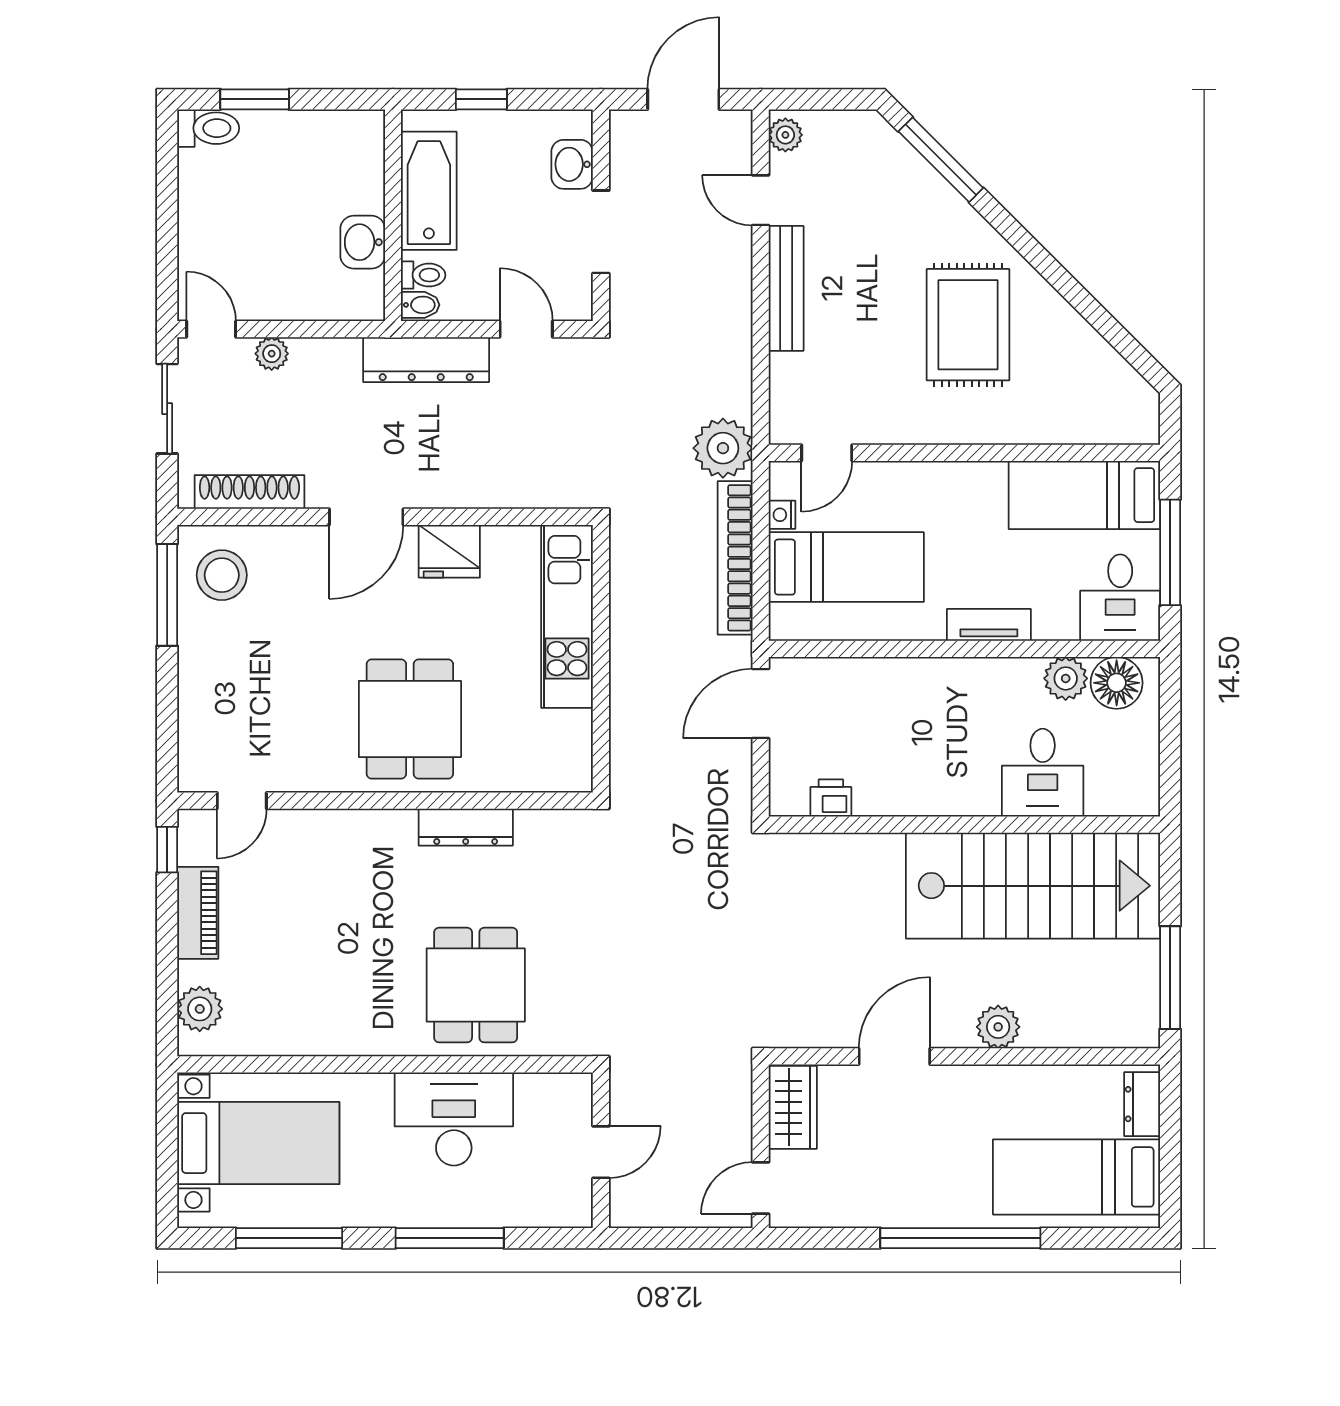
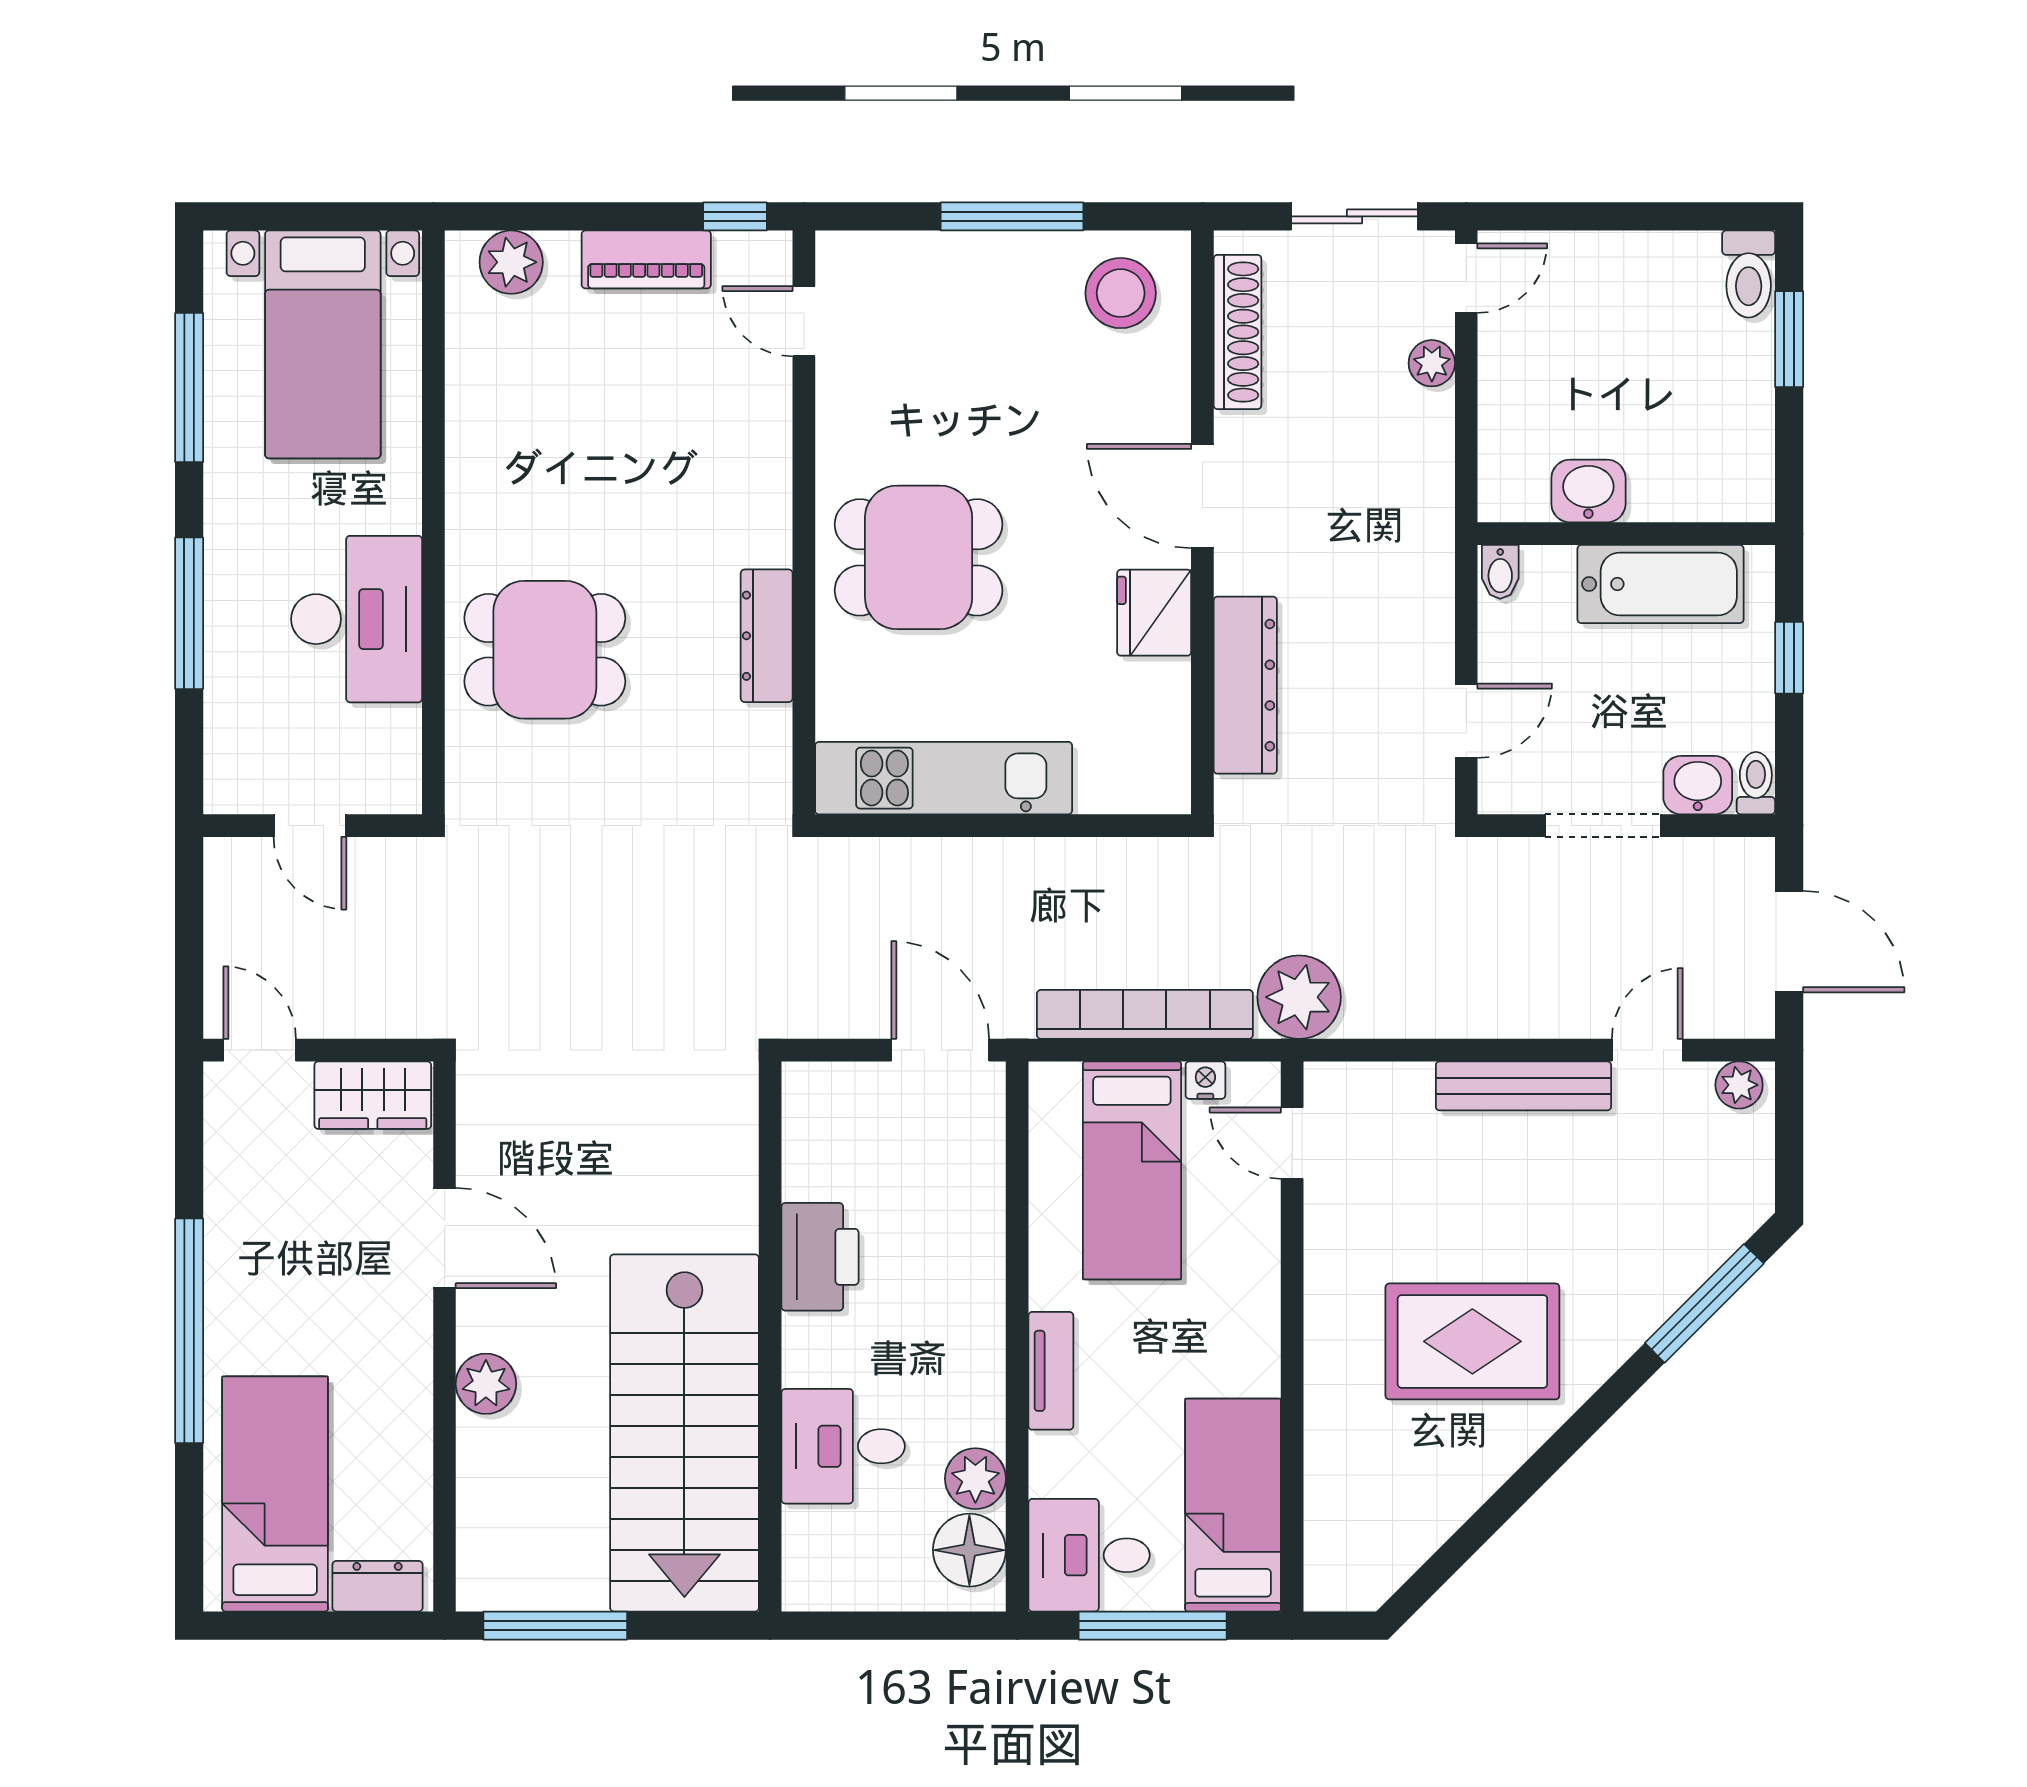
toilet: (423, 275) -> (1756, 783), moved, turned 180
dresser: (426, 360) -> (1245, 685), moved, turned 180
window: (167, 595) -> (1012, 216), moved
kitchen unit: (567, 616) -> (944, 778), moved
printer: (831, 798) -> (820, 1257), moved, width x1.87, depth x1.48

